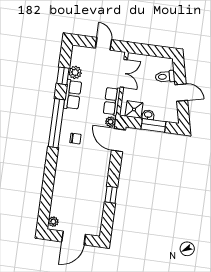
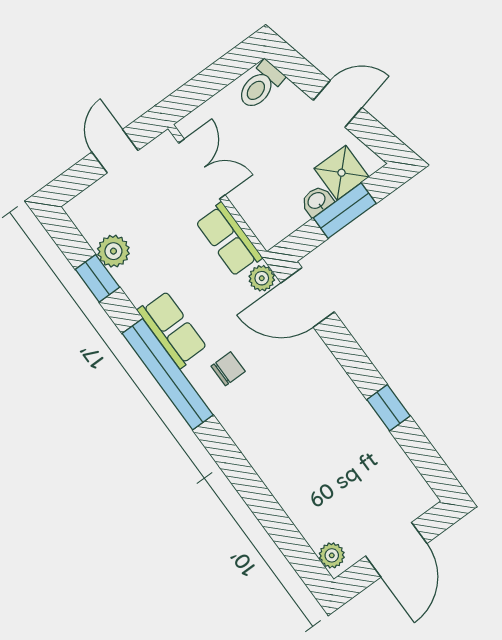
door: (104, 44) -> (115, 151), hinge flipped
toilet: (165, 77) -> (260, 85), moved
row of seats: (73, 95) -> (172, 329), moved
shower: (134, 109) -> (342, 173), moved

